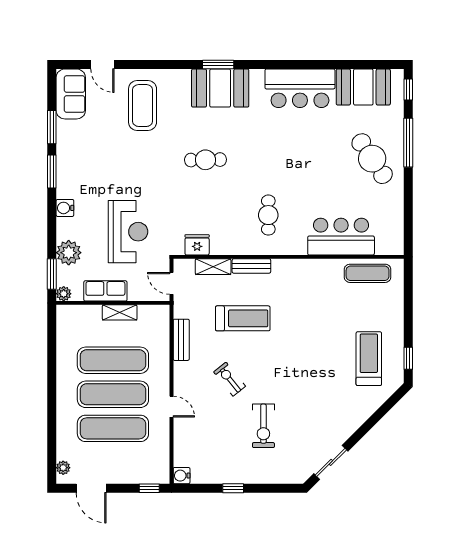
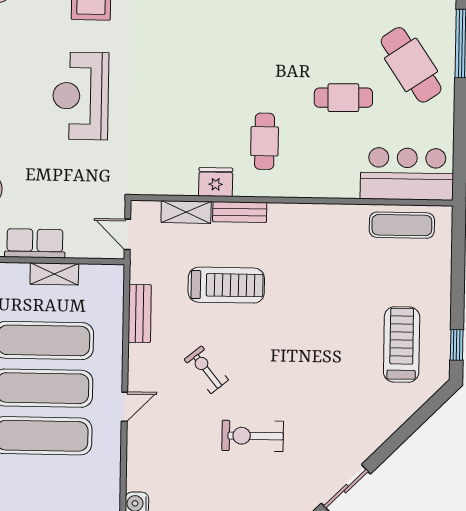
cafe table: (205, 160) -> (343, 98), moved
reception desk: (128, 232) -> (81, 96), moved, turned 180
bar counter: (341, 237) -> (407, 174), moved
fridge: (197, 245) -> (216, 182), moved
door: (171, 407) -> (124, 407), hinge flipped
exercise bike: (263, 426) -> (253, 436), turned 90

